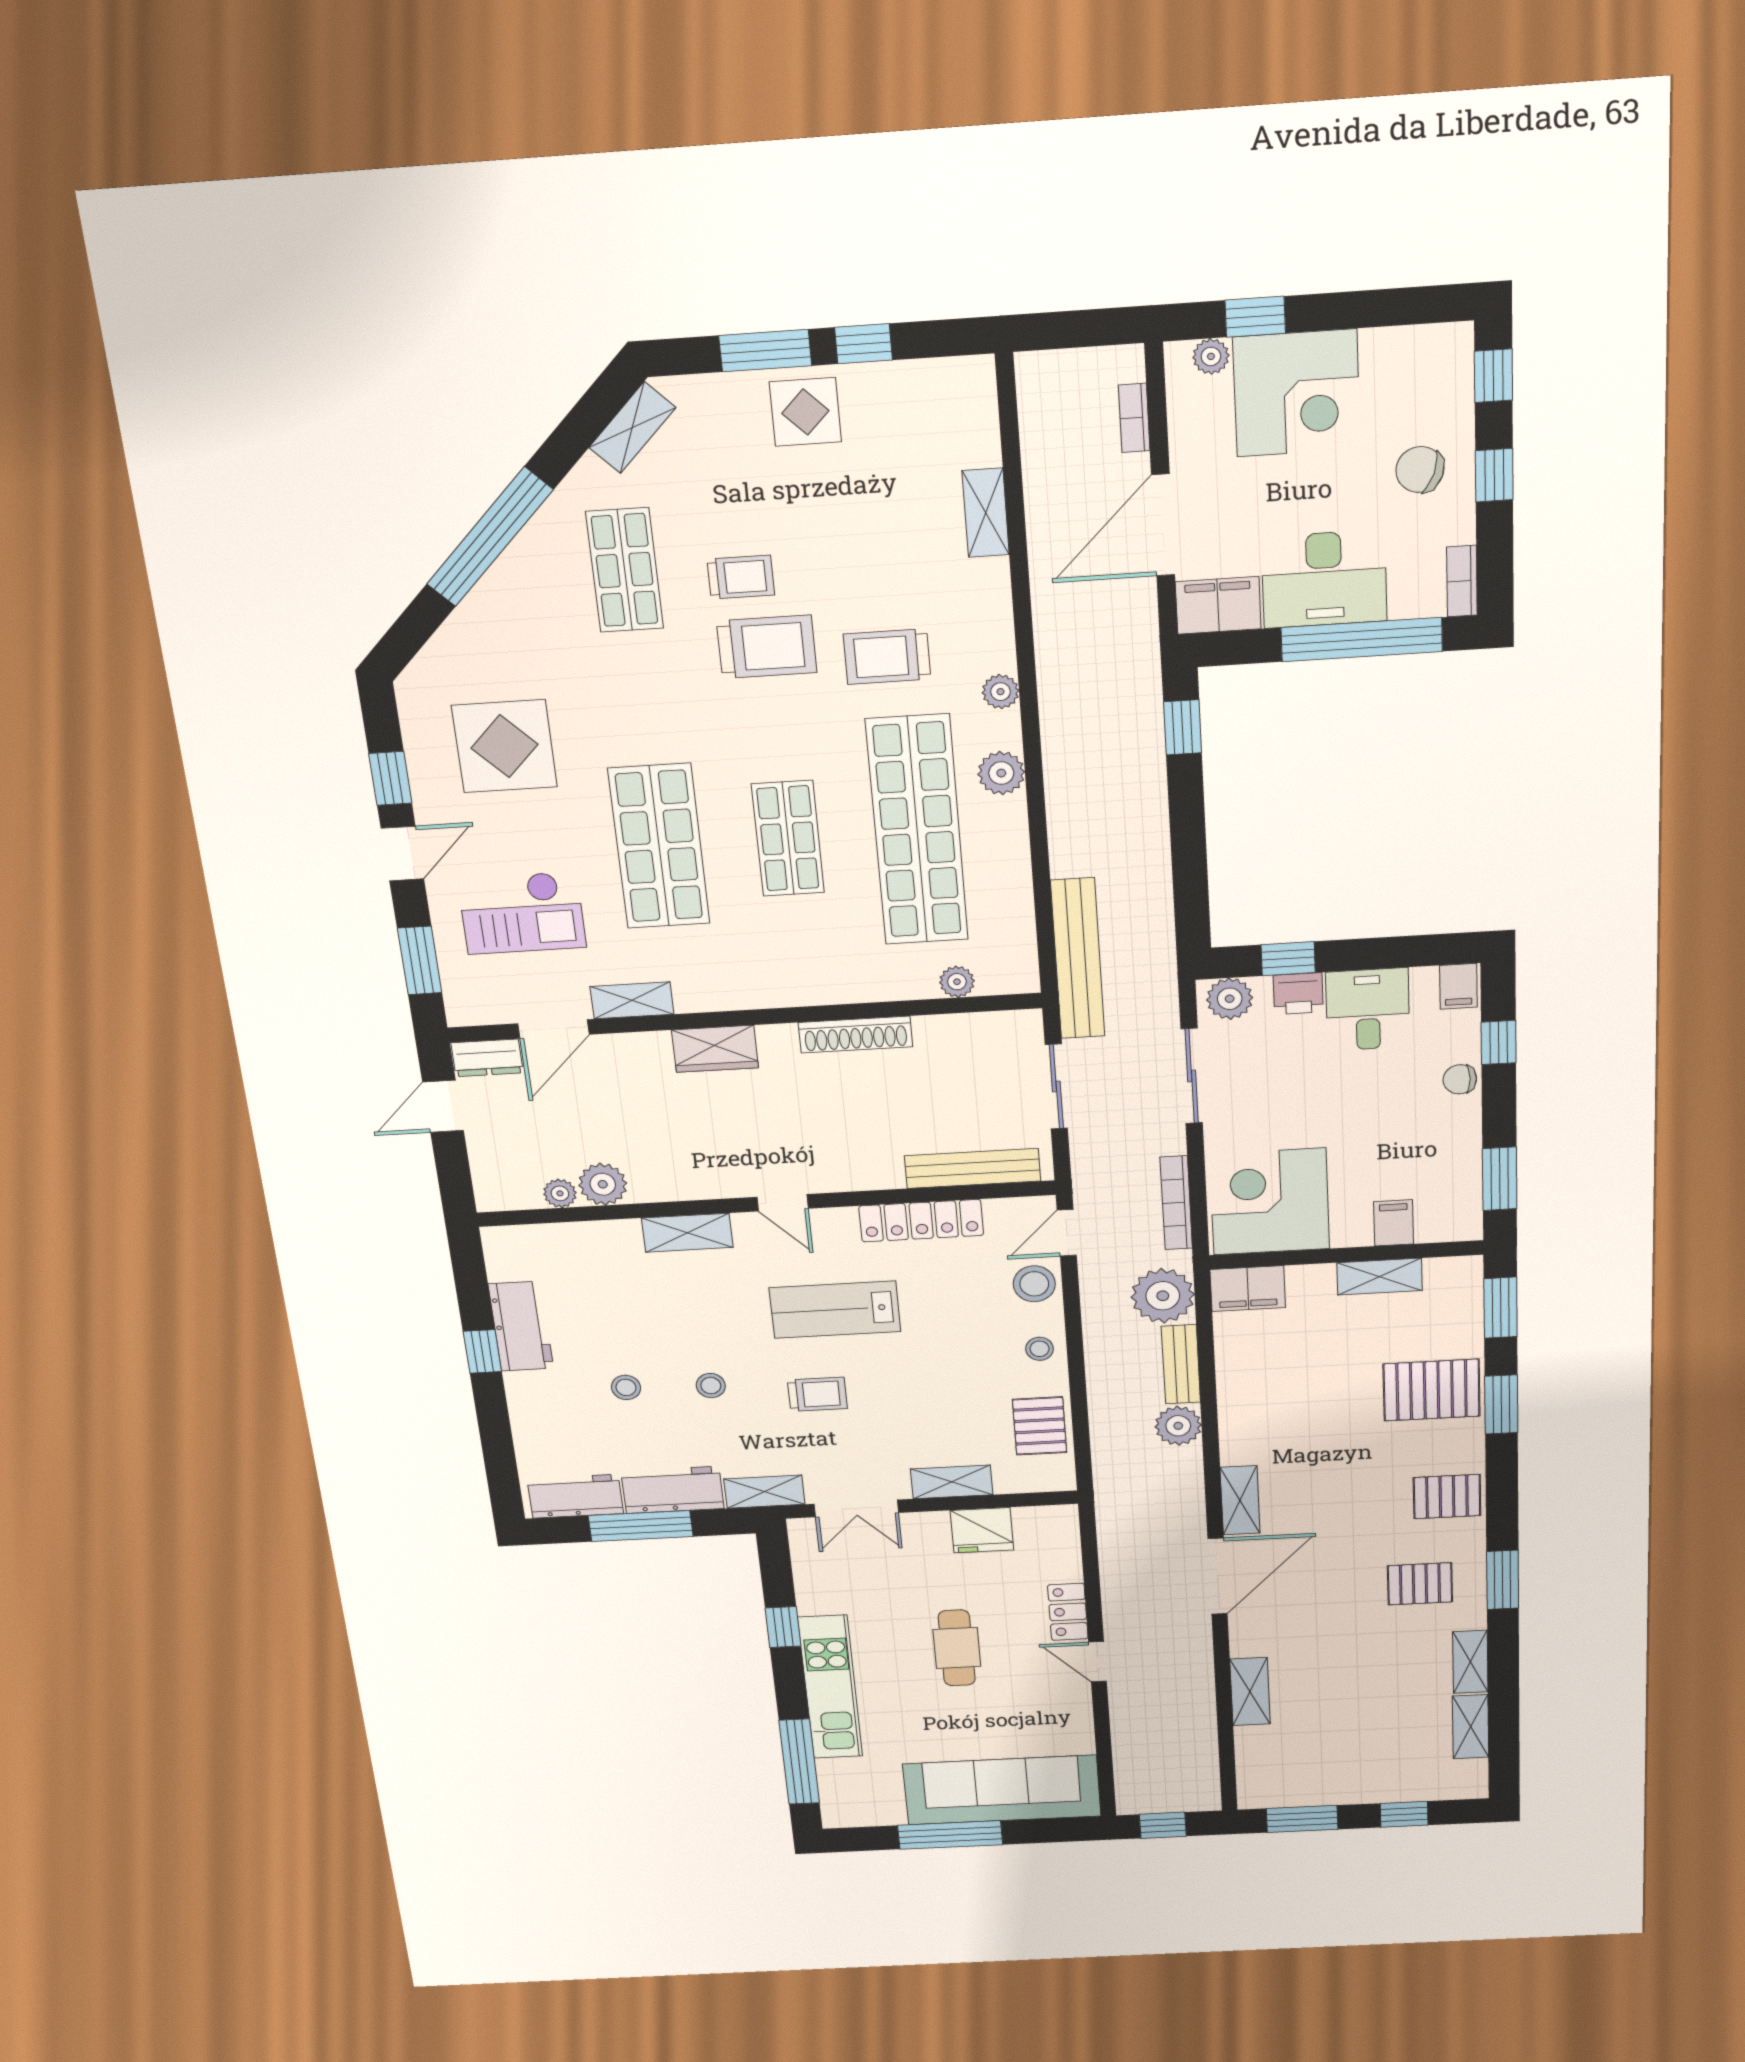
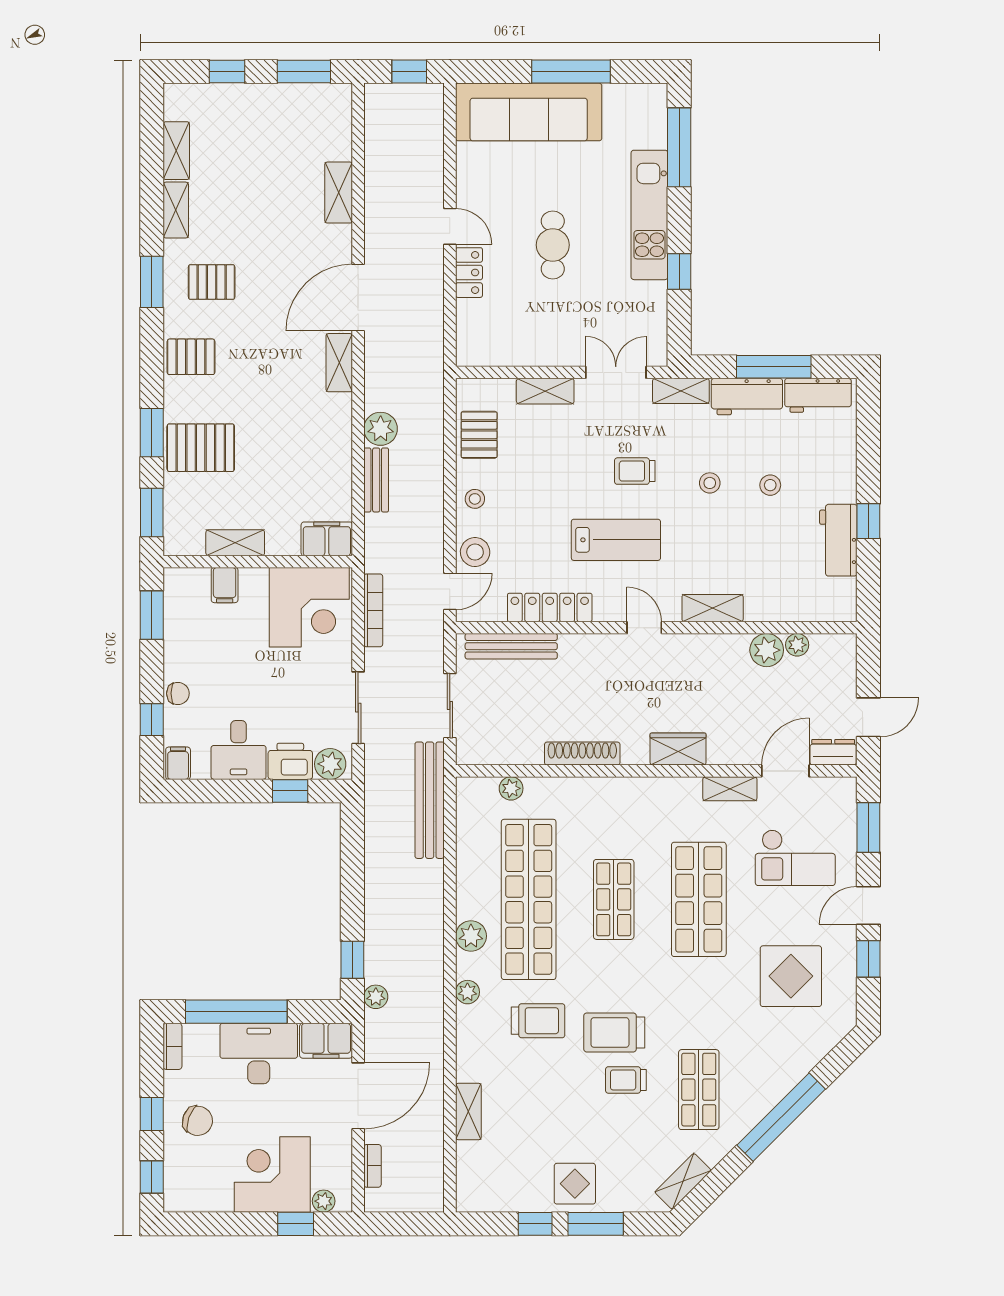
checkout: (522, 913) -> (795, 858), turned 180
printer: (1298, 994) -> (290, 761), width x1.36, depth x1.24
plant: (1163, 1296) -> (376, 997), moved, width x0.53, depth x0.53
fridge: (982, 1530) -> (527, 348), removed

